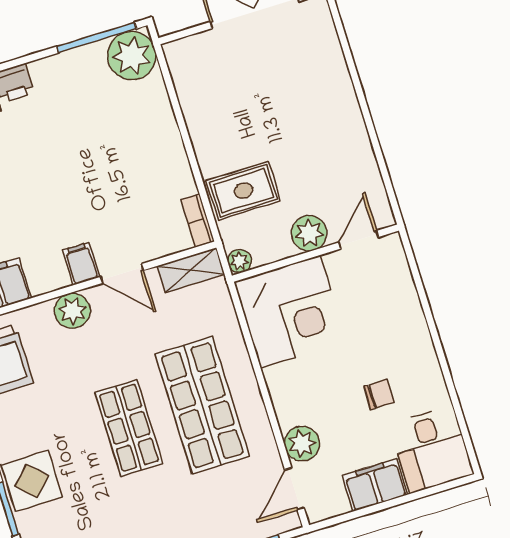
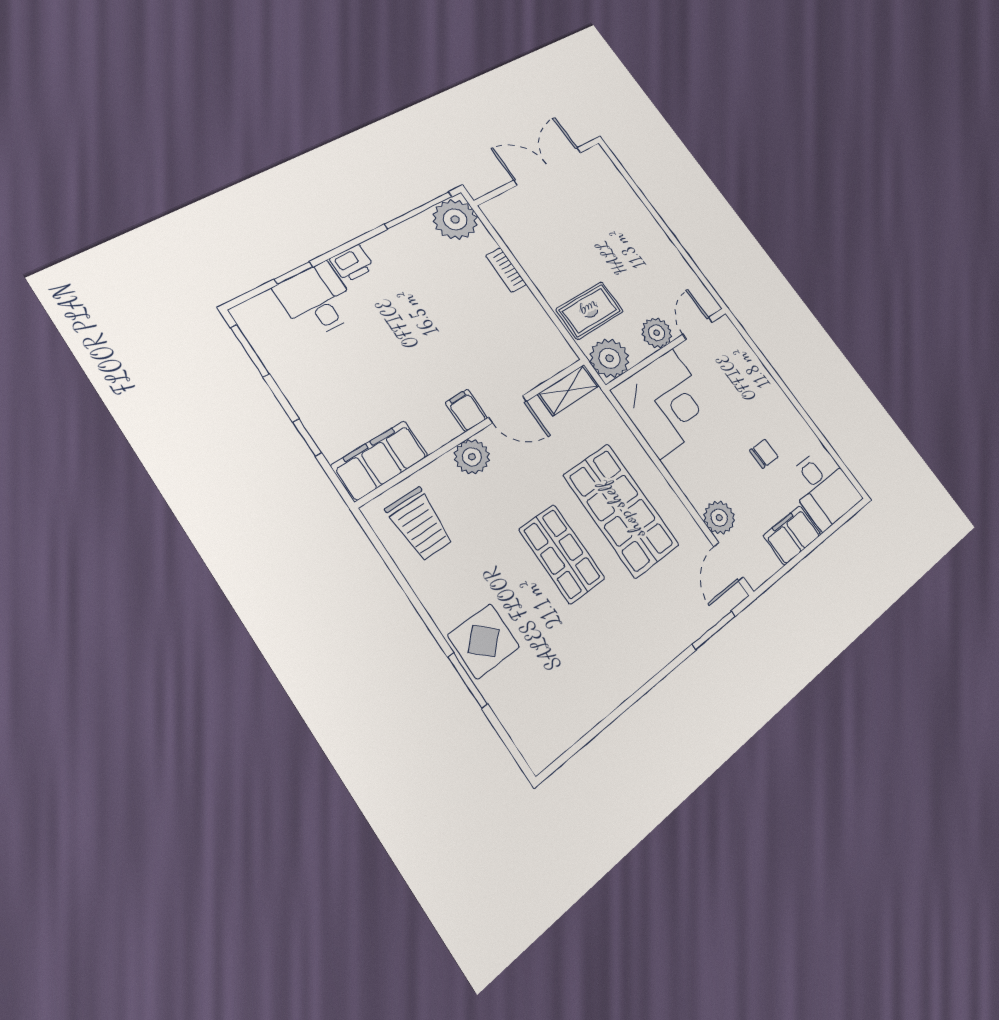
bookcase: (198, 221) -> (506, 270), moved
plant: (240, 261) -> (610, 358), width x1.88, depth x1.88

